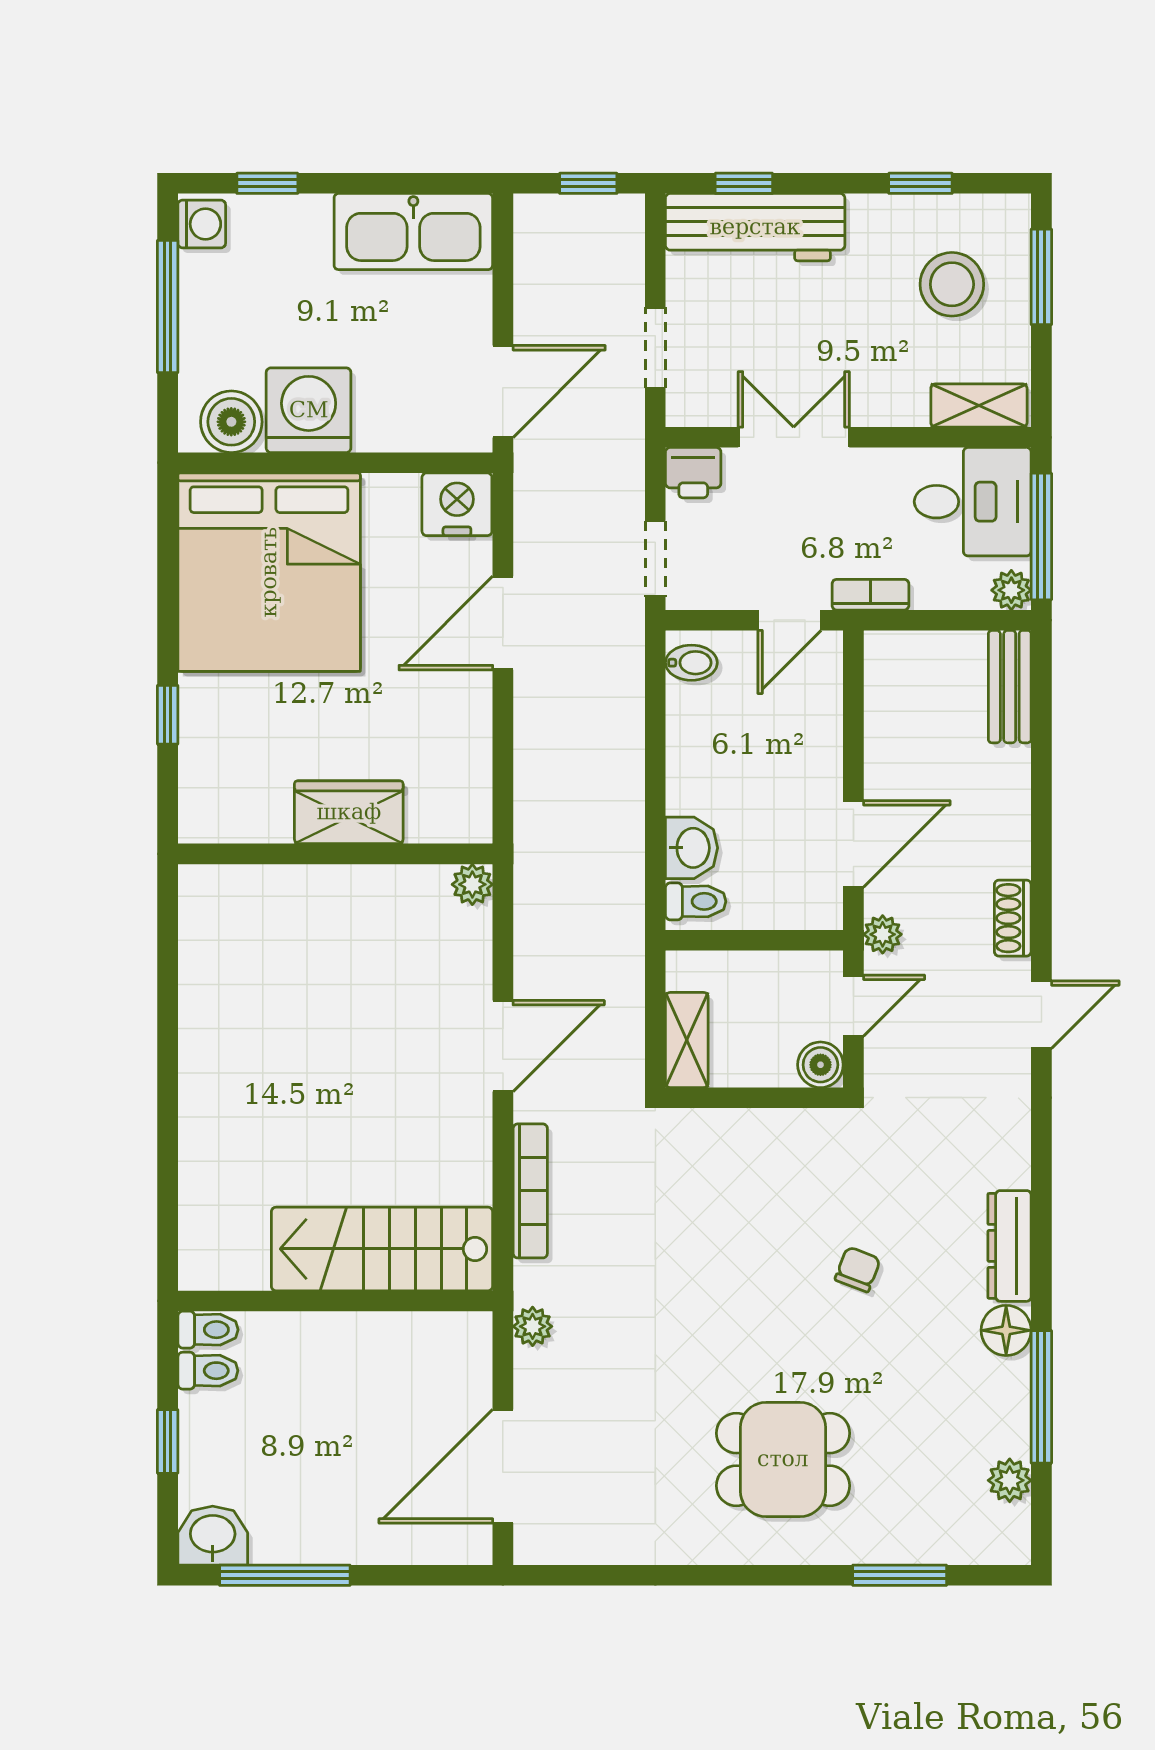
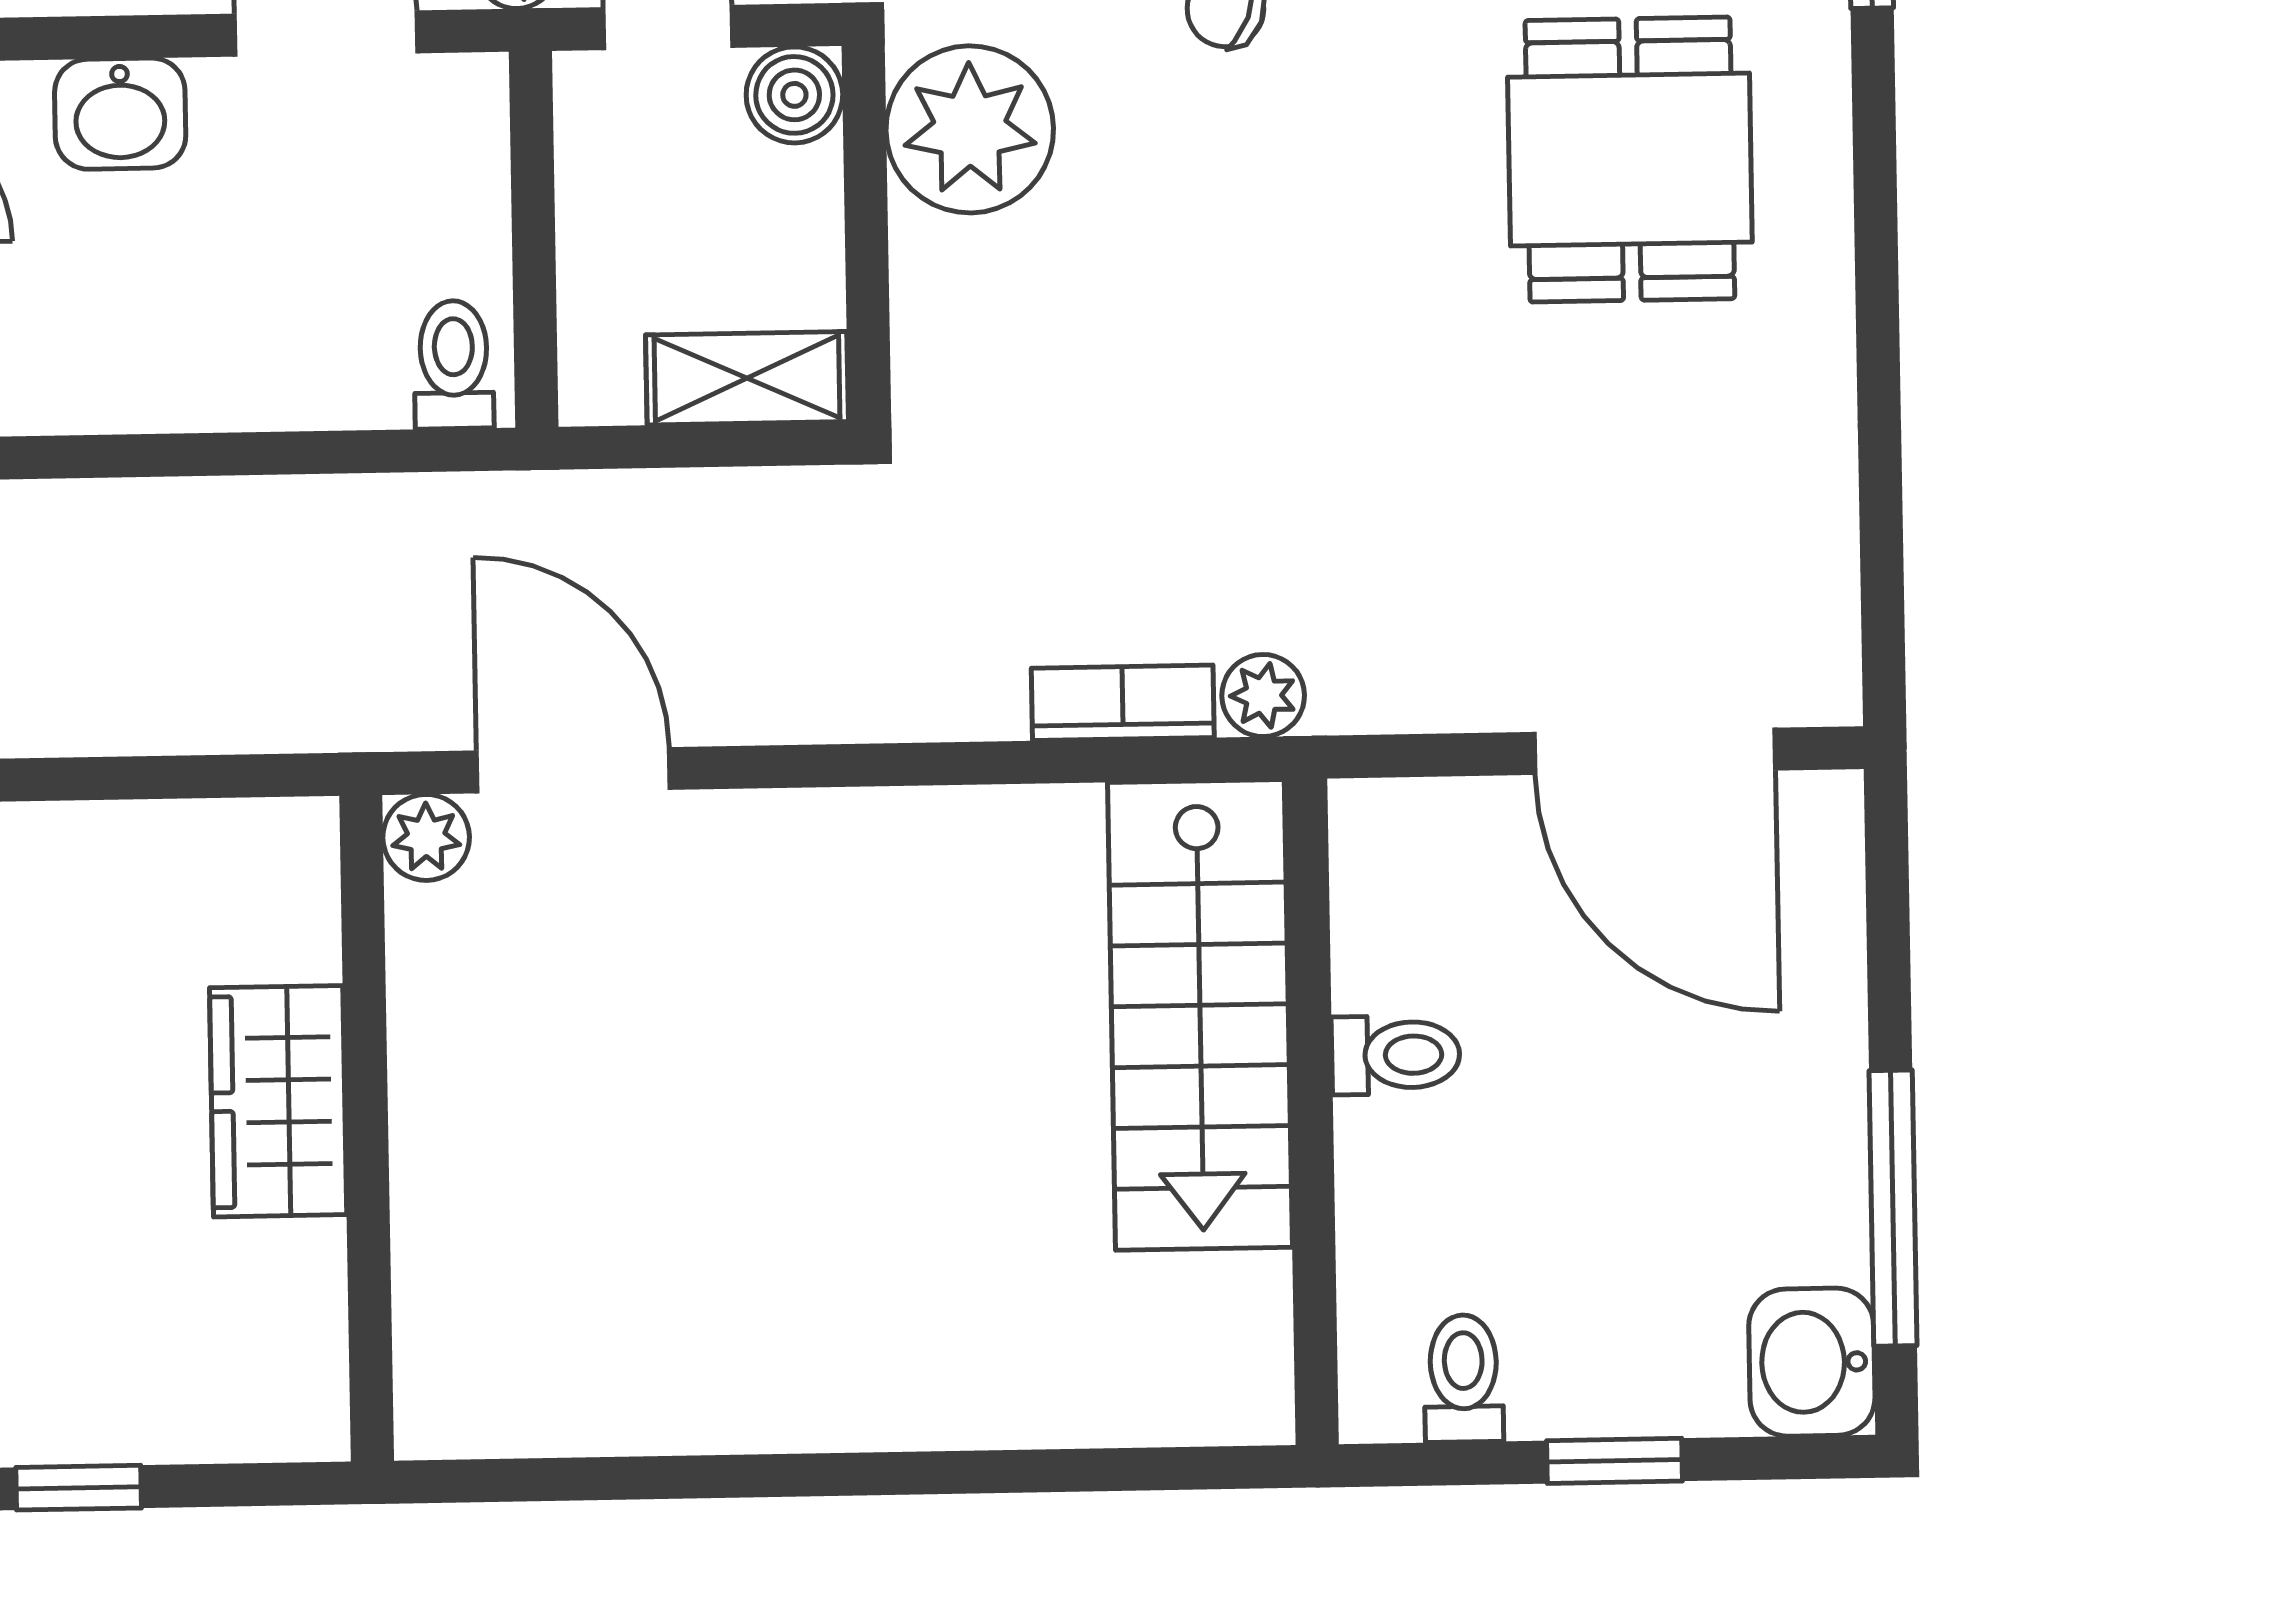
washbasin: (692, 848) -> (120, 114), moved, turned 180
door: (503, 1046) -> (573, 770), moved
plant: (803, 1147) -> (970, 129), added
bookcase: (530, 1191) -> (1123, 703), width x0.64
plant: (533, 1326) -> (1263, 696), moved
toilet: (208, 1330) -> (1396, 1055), moved, turned 90

